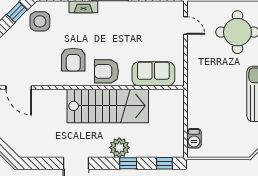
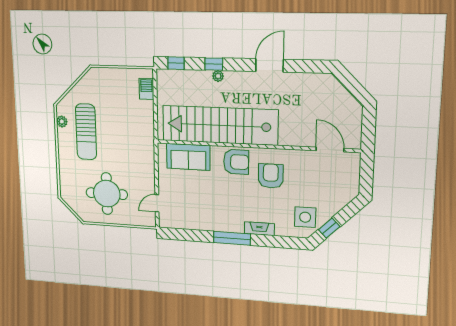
door: (185, 26) -> (157, 203), hinge flipped
stairs: (108, 106) -> (220, 125), width x1.36
plant: (119, 148) -> (218, 76), width x0.53, depth x0.53

